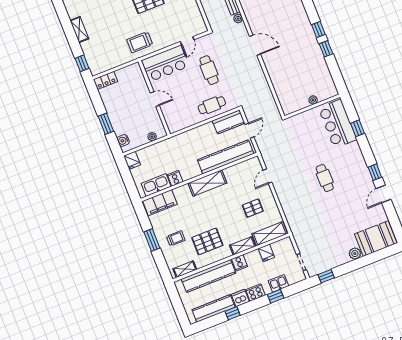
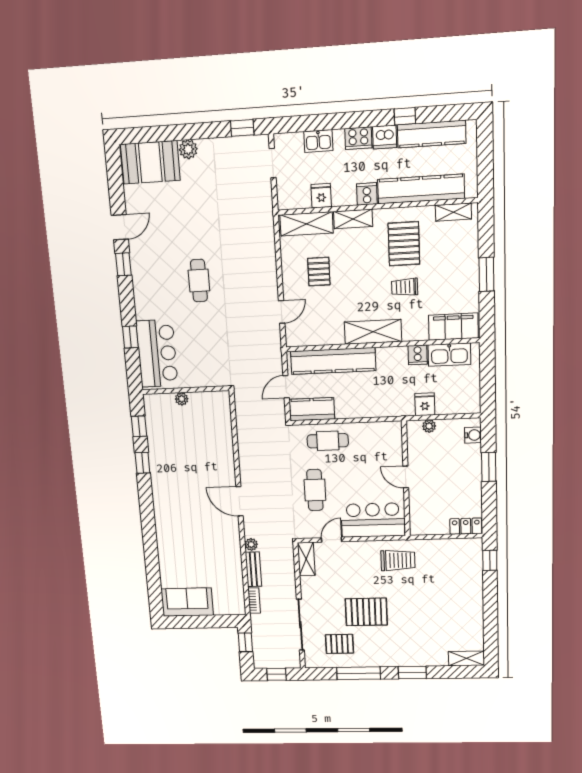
shelving: (79, 30) -> (306, 559), moved
window: (318, 30) -> (139, 426), moved
fridge: (132, 160) -> (425, 404), moved
pallet: (253, 208) -> (319, 272), turned 90
trolley: (176, 238) -> (405, 287), moved
pallet: (207, 241) -> (404, 244), turned 90
window: (276, 296) -> (329, 122), removed

